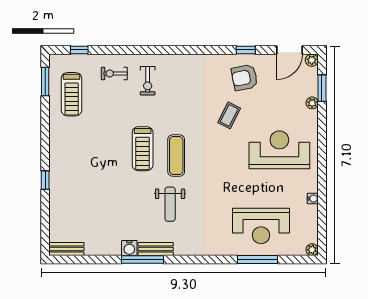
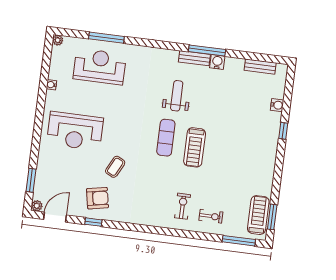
window: (79, 50) -> (239, 241), width x2.17
treadmill: (72, 94) -> (258, 215), moved
plant: (312, 103) -> (41, 168), removed
treadmill: (143, 149) -> (195, 147), turned 180
water cooler: (56, 208) -> (277, 105), added
bench: (66, 249) -> (260, 67), moved

